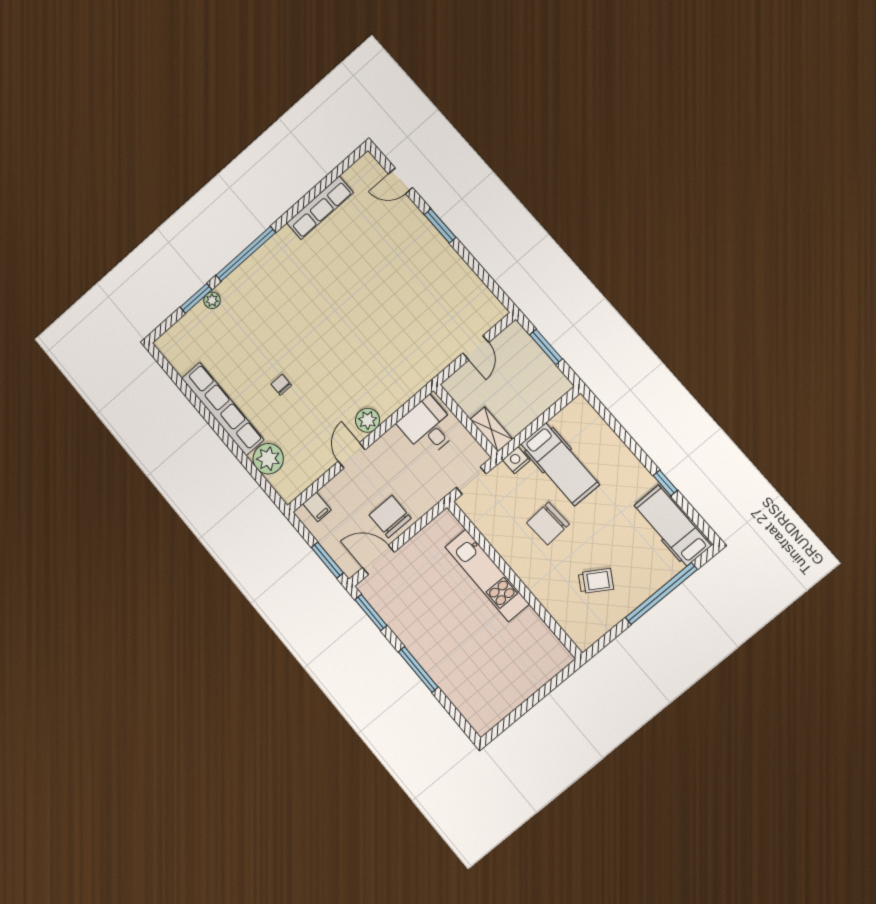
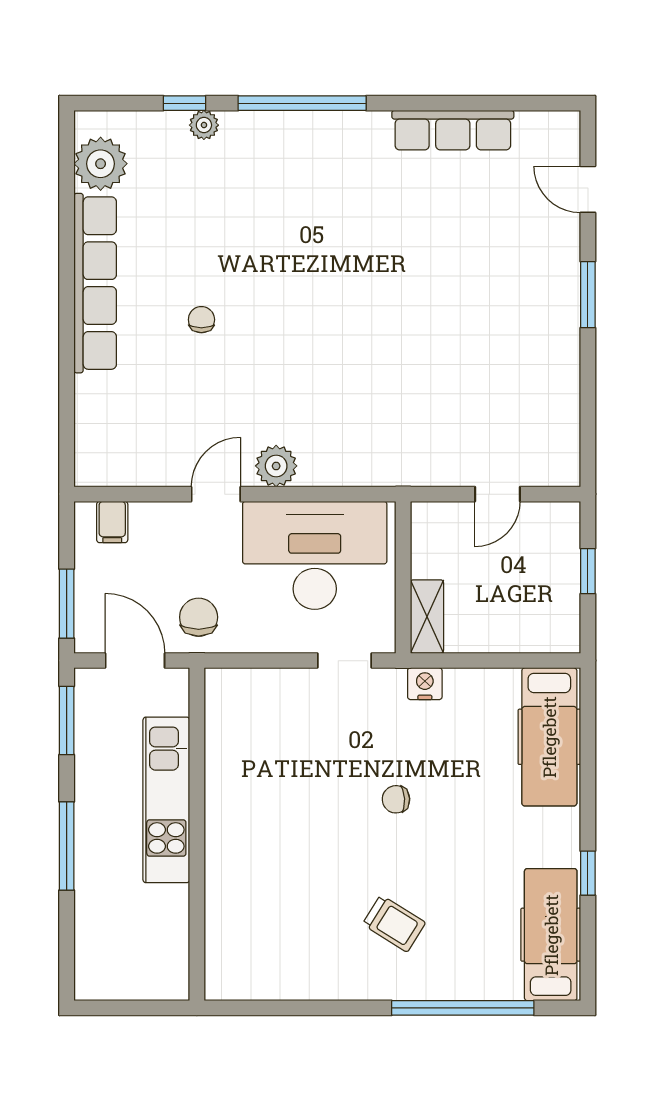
window: (196, 298) -> (184, 103), width x0.67
window: (546, 347) -> (588, 571), width x0.67
desk: (428, 427) -> (315, 555), width x1.87, depth x1.30
plant: (268, 459) -> (101, 164), moved
hospital bed: (560, 464) -> (549, 737), moved
chair: (390, 517) -> (199, 617), width x0.73, depth x0.73
chair: (548, 523) -> (396, 799), width x0.54, depth x0.54
kitchen unit: (487, 575) -> (166, 800), moved
wall: (514, 580) -> (197, 834), moved

